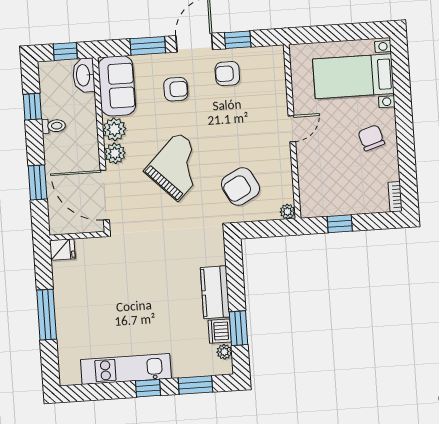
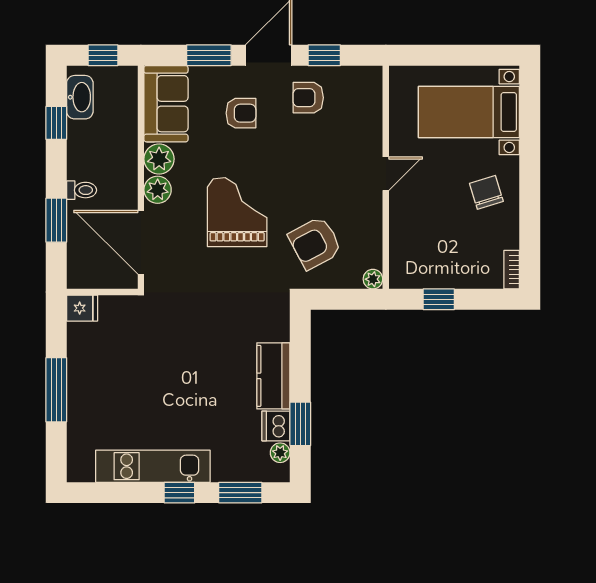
washbasin: (84, 75) -> (80, 97), moved, turned 180
toilet: (54, 126) -> (82, 190), moved
grand piano: (178, 166) -> (237, 212), turned -45

